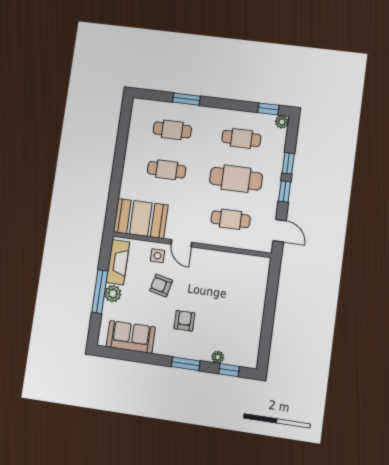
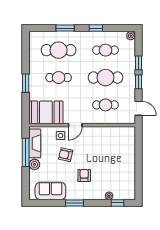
window: (268, 109) -> (96, 28), moved
cafe table: (172, 130) -> (59, 50), width x1.37, depth x1.35
window: (117, 172) -> (26, 83), added
door: (181, 243) -> (75, 125), hinge flipped
window: (100, 292) -> (26, 152), moved
window: (186, 364) -> (74, 203), moved

